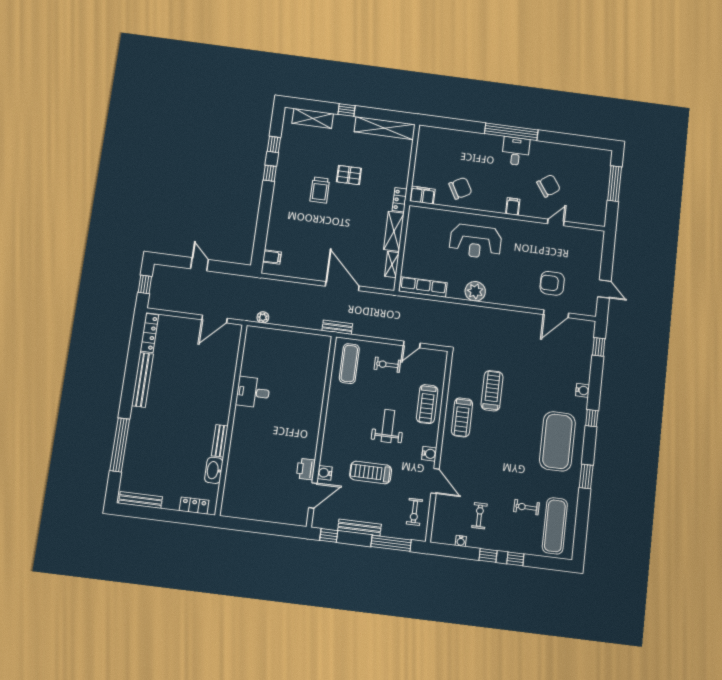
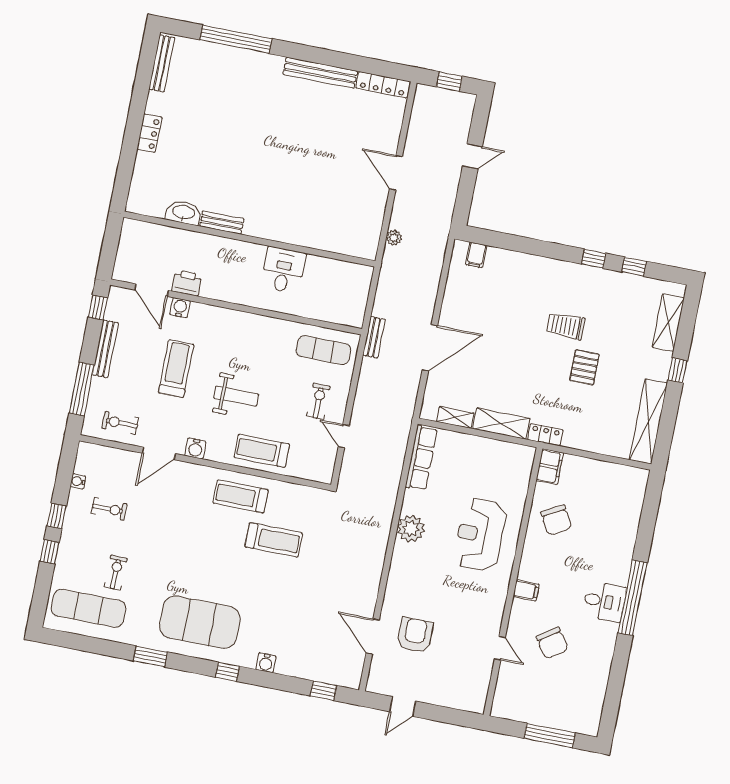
desk: (253, 392) -> (283, 270), moved
wall: (231, 419) -> (249, 239), moved
bench: (220, 441) -> (222, 223), moved
washbasin: (214, 470) -> (184, 213), moved

